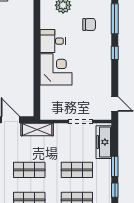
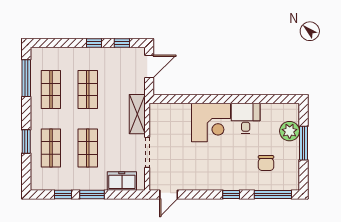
shelving: (37, 130) -> (137, 114), moved
freezer: (104, 142) -> (122, 181), width x0.71

